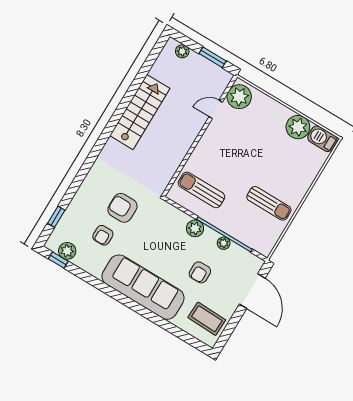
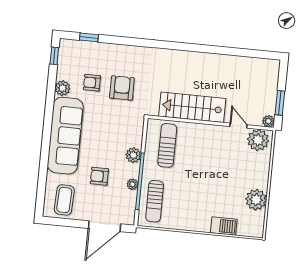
plant: (182, 51) -> (268, 121), moved
stairs: (140, 112) -> (192, 107), moved, turned 180
barbecue: (322, 139) -> (224, 226), moved, turned 90
sun lounger: (269, 203) -> (155, 201), moved
plant: (67, 251) -> (62, 88), moved

